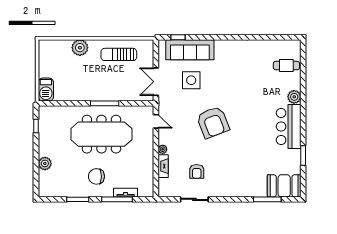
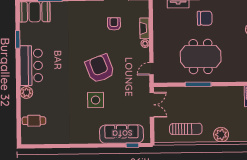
side table: (191, 80) -> (96, 100), moved
door: (156, 121) -> (151, 69), hinge flipped
meeting table: (101, 134) -> (201, 57), width x0.73

